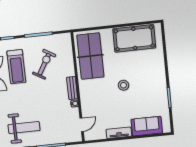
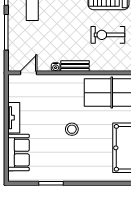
exercise bike: (44, 64) -> (108, 35), turned 149
door: (82, 125) -> (28, 73), swing flipped

